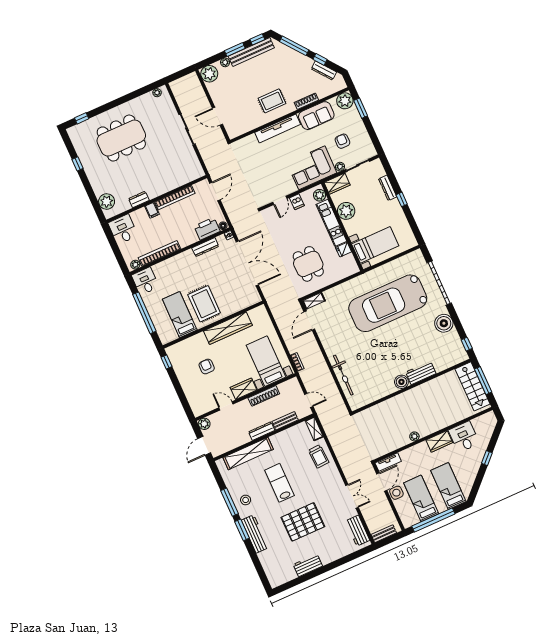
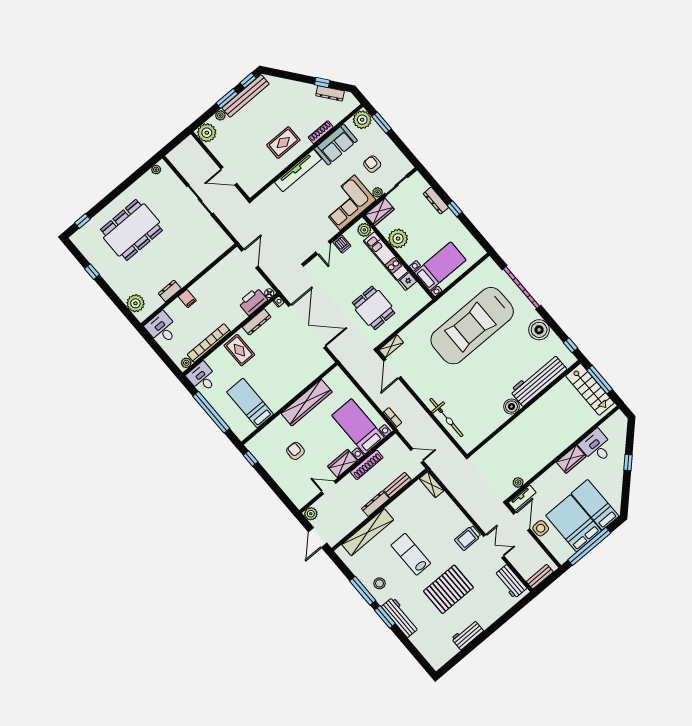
window: (294, 46) -> (290, 76), removed
bookcase: (175, 198) -> (208, 278), removed
rug: (204, 304) -> (239, 350), moved, width x0.73, depth x0.70
workbench: (421, 373) -> (538, 380), width x1.88, depth x1.32
plant: (414, 436) -> (518, 482), moved
trolley: (319, 456) -> (468, 538), moved, turned 93
bed: (421, 498) -> (574, 523), width x1.50

